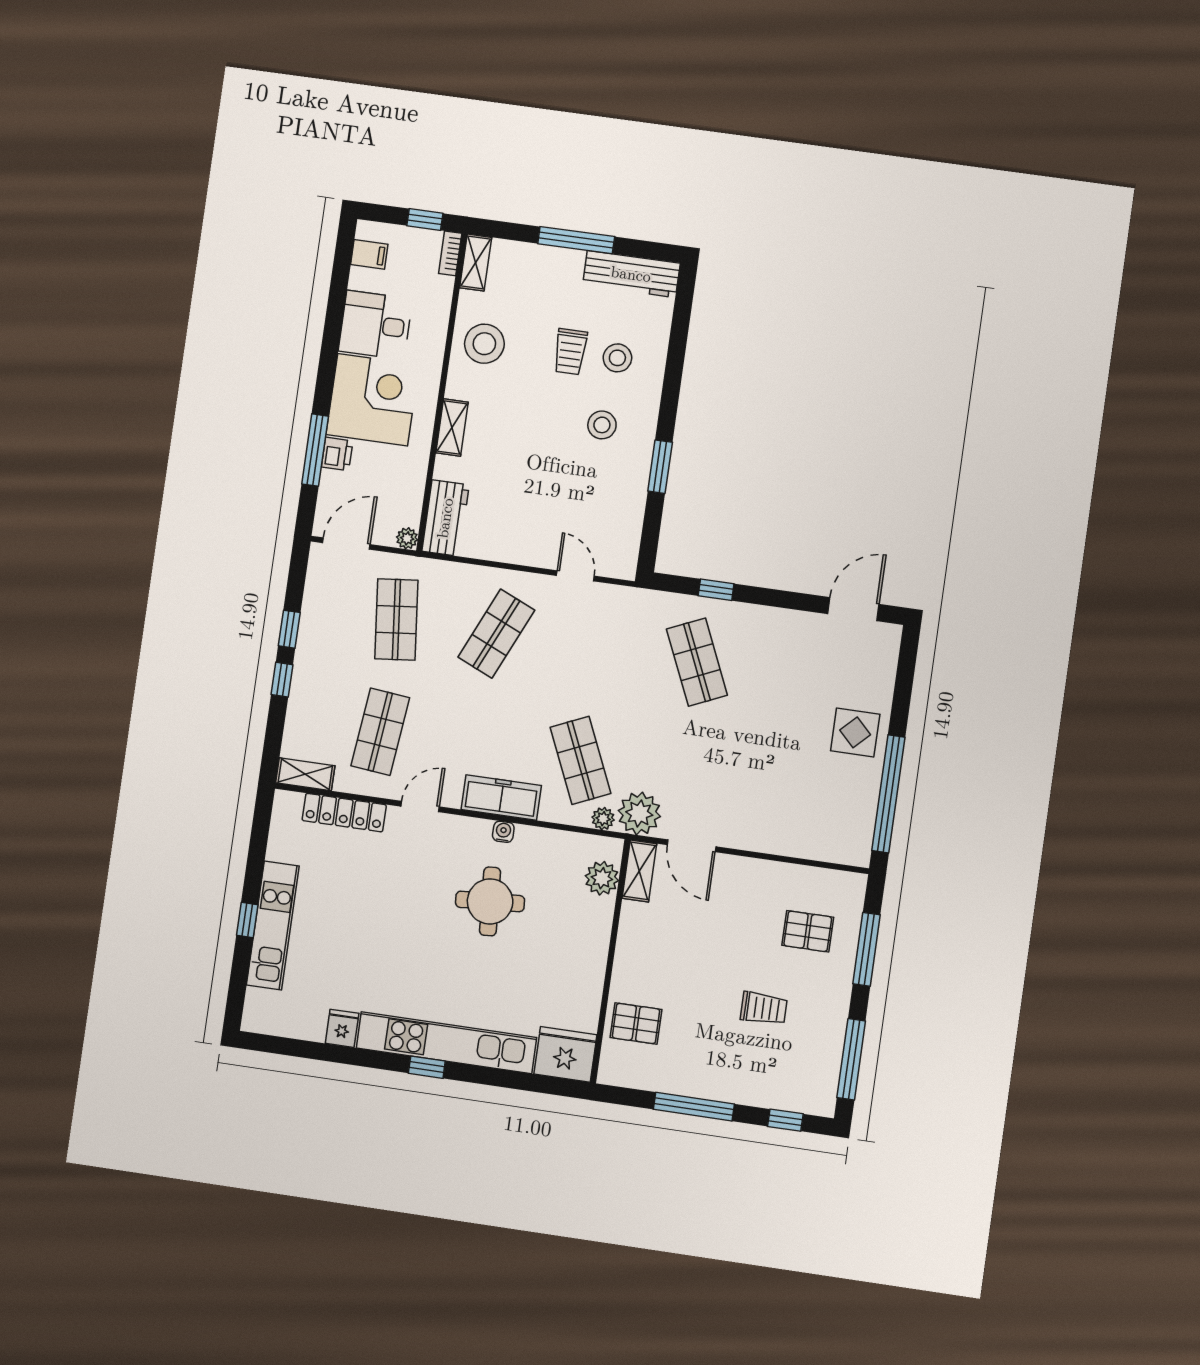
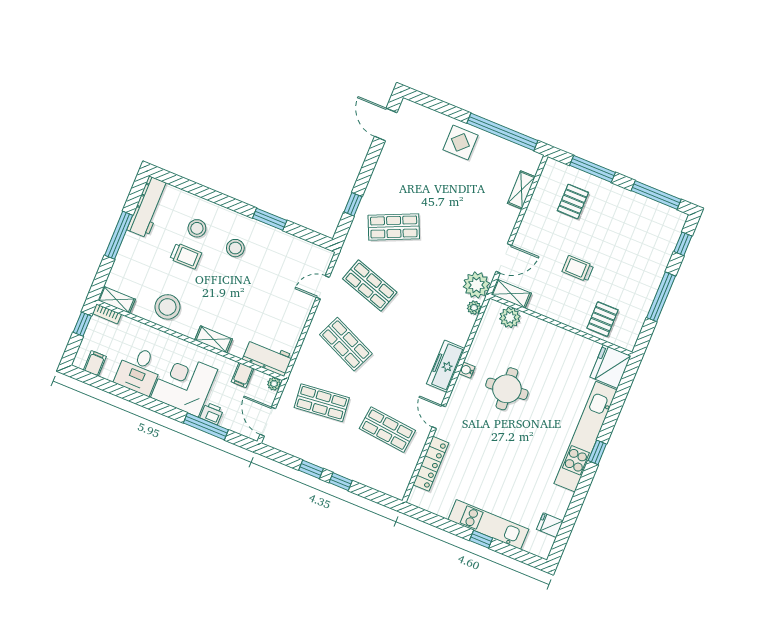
filing cabinet: (408, 486) -> (242, 375), added
shop shelf: (580, 760) -> (370, 286), moved, turned 42
shelving: (305, 774) -> (521, 190), moved
trolley: (764, 1008) -> (578, 269), moved, turned -90
fridge: (342, 1028) -> (550, 525), moved

